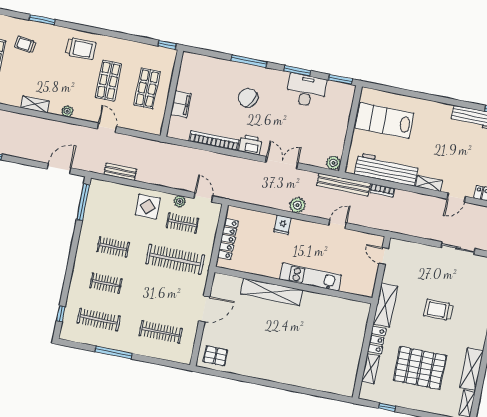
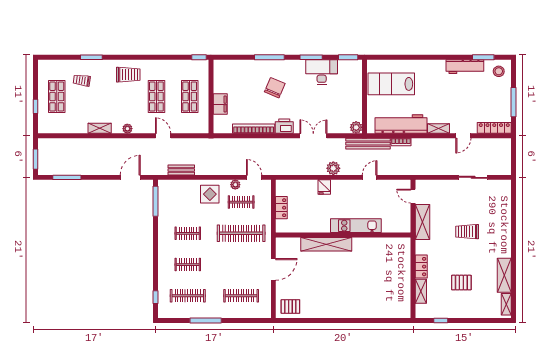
chair: (248, 98) -> (275, 88), turned 87
locker: (228, 239) -> (281, 208), width x0.66
shelving: (385, 305) -> (422, 222), moved
pallet: (420, 368) -> (461, 283), width x0.49, depth x0.50

